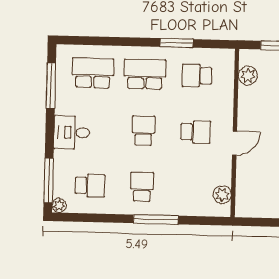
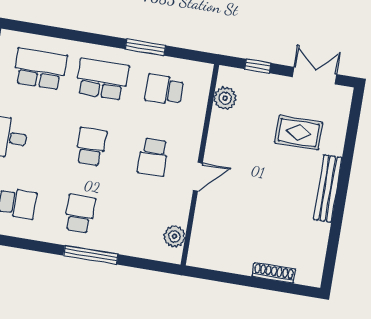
school desk: (196, 132) -> (153, 157), turned 90

